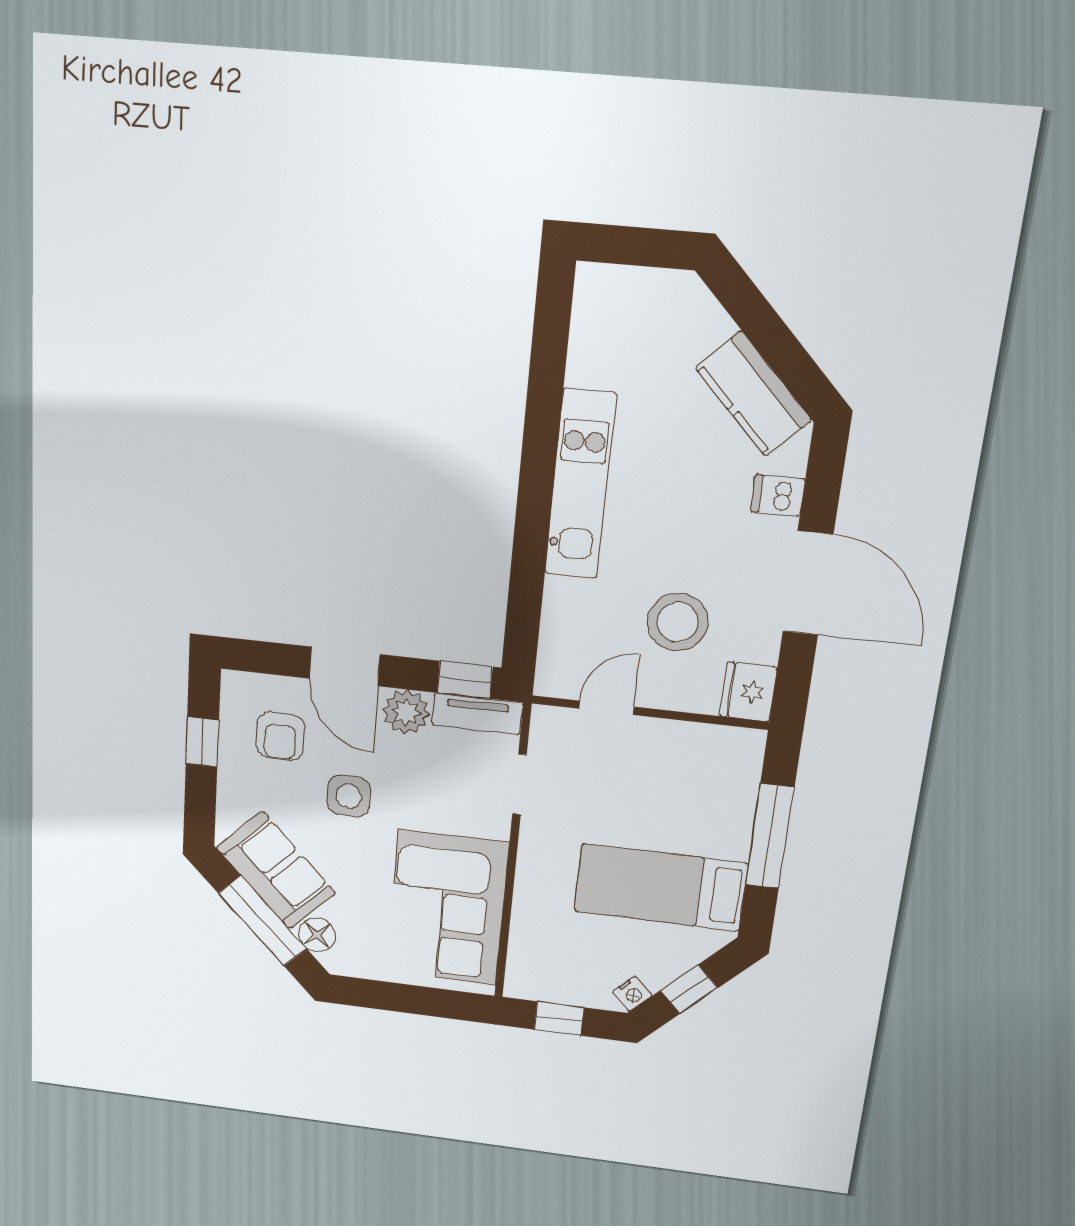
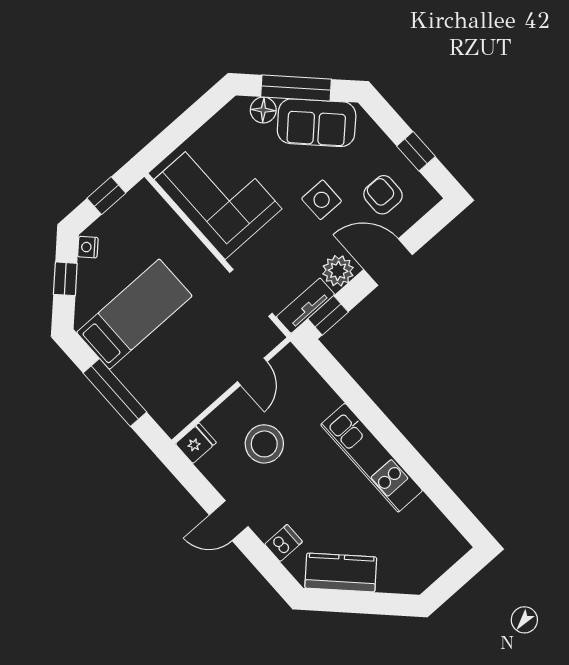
door: (808, 583) -> (229, 521), width x0.53
fridge: (749, 692) -> (196, 443), width x0.72
doorway: (519, 784) -> (251, 293), width x1.38

